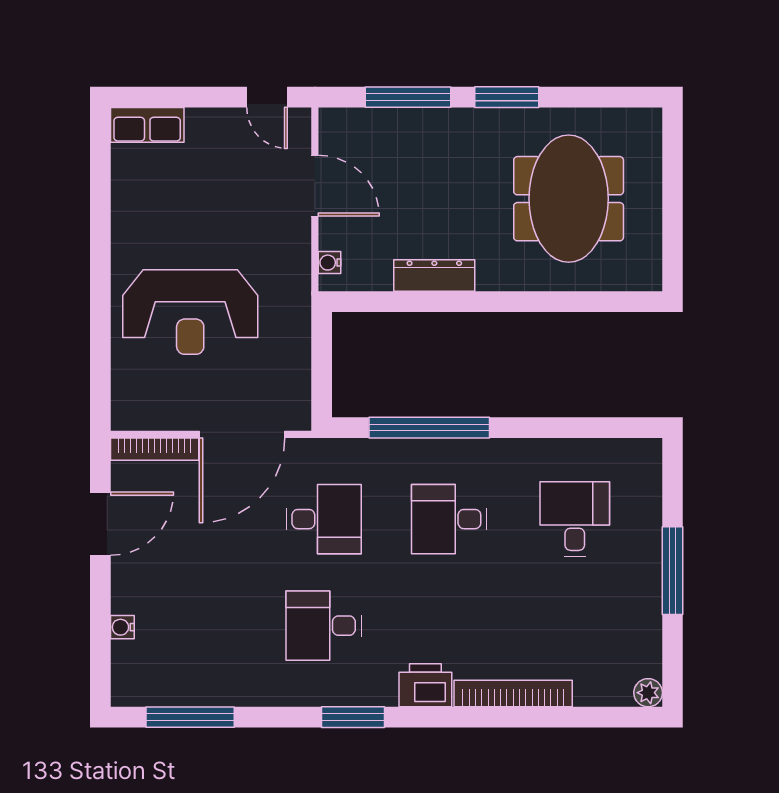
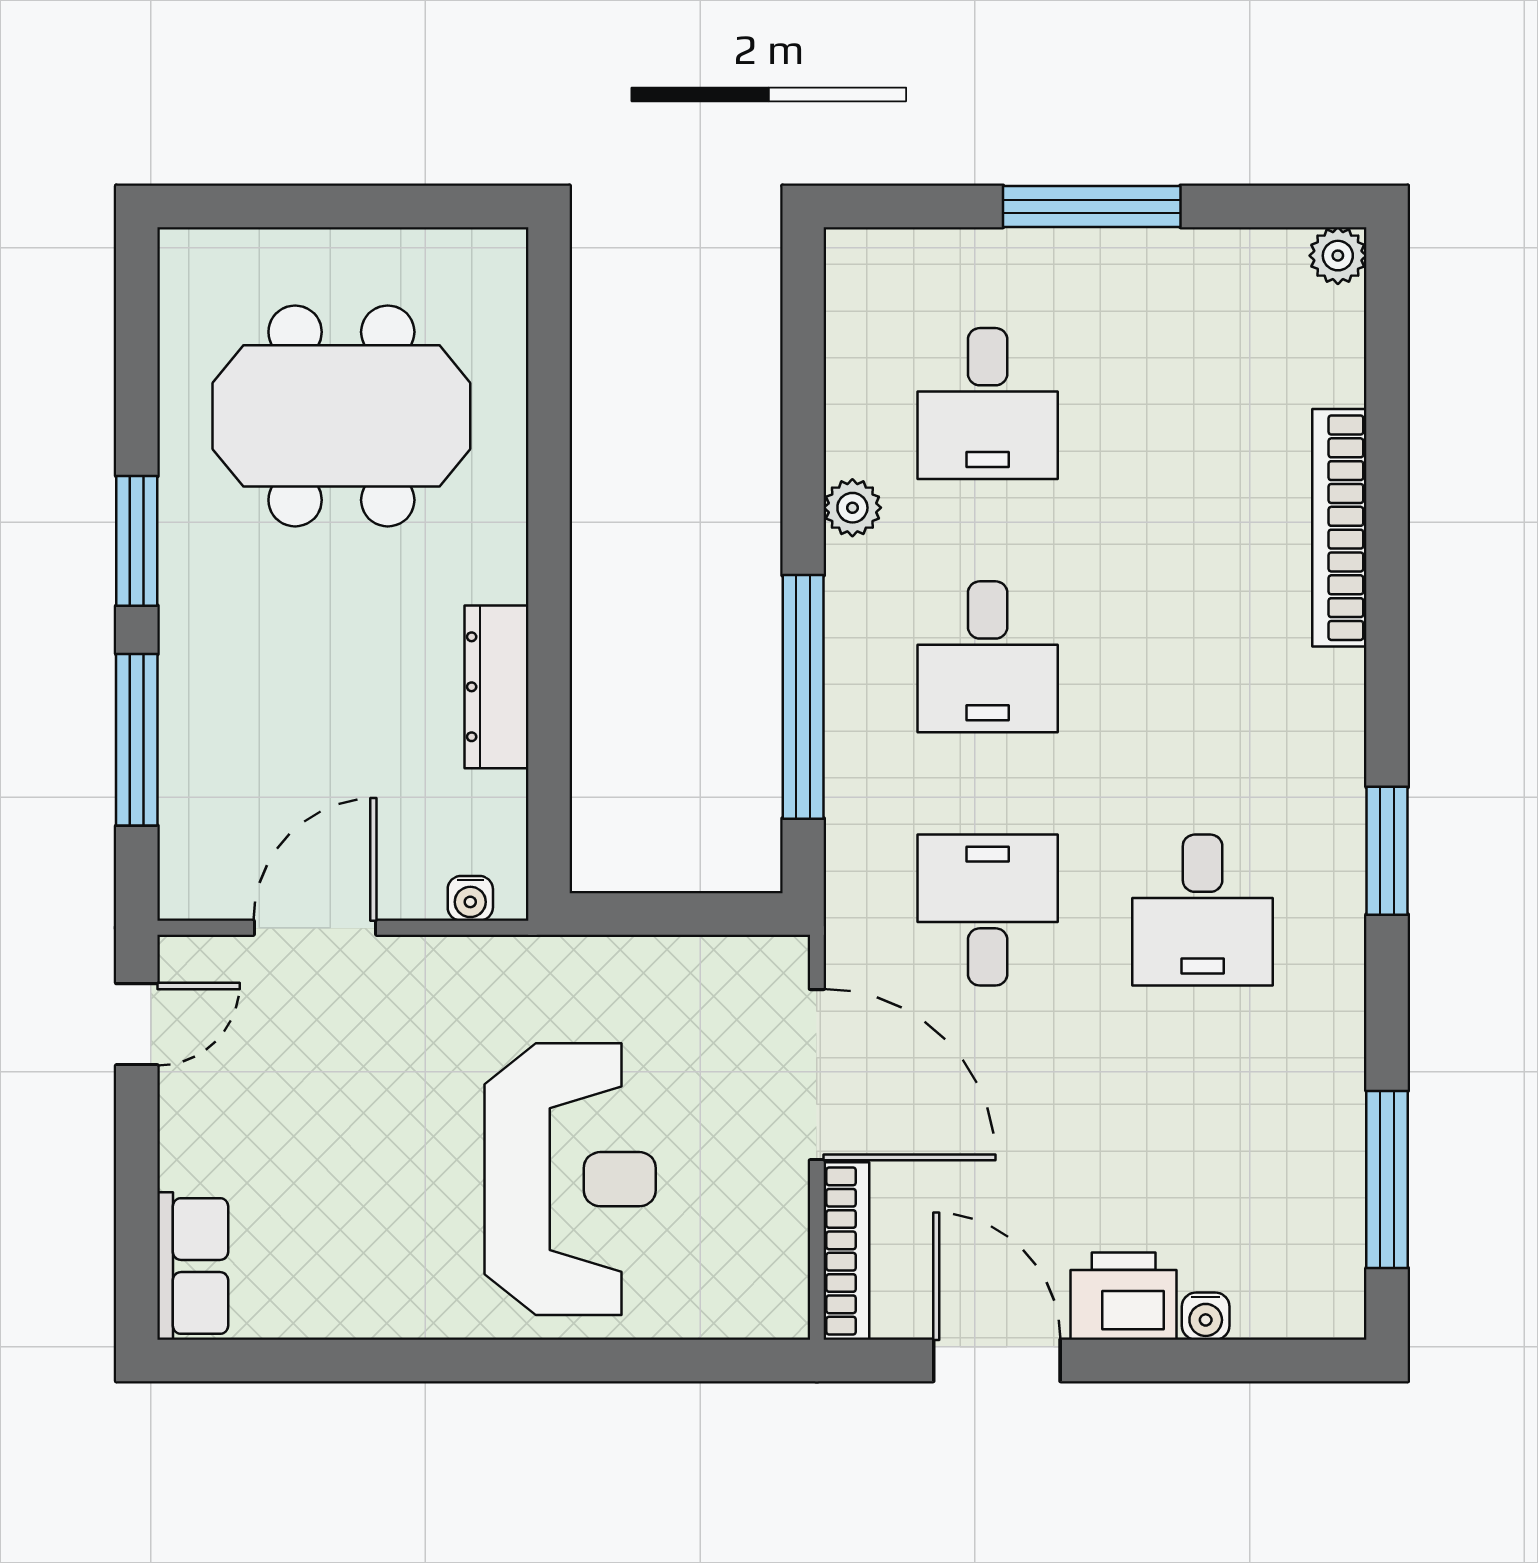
plant: (523, 452) -> (852, 508), added
desk: (575, 519) -> (988, 404), turned -90
printer: (425, 685) -> (1124, 1296), moved, turned 90

